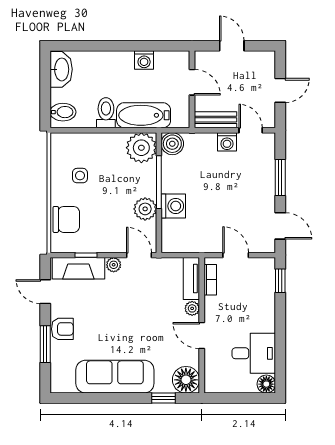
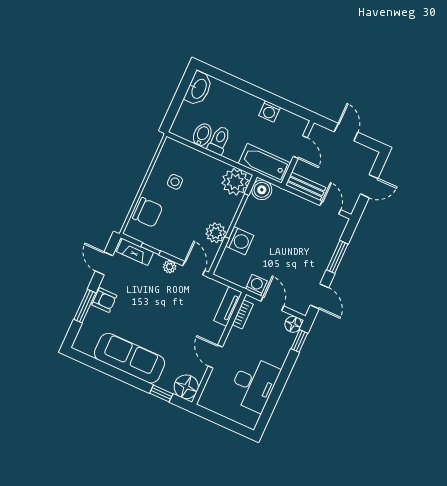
bidet: (63, 112) -> (202, 135), moved, turned -90
bathtub: (144, 115) -> (265, 163), moved
washing machine: (227, 142) -> (256, 285), moved, turned 180
fireplace: (78, 268) -> (135, 252), width x0.73, depth x0.76
plant: (192, 308) -> (217, 331), removed
desk: (254, 353) -> (254, 384), width x1.37
floor lamp: (266, 384) -> (293, 324), moved

